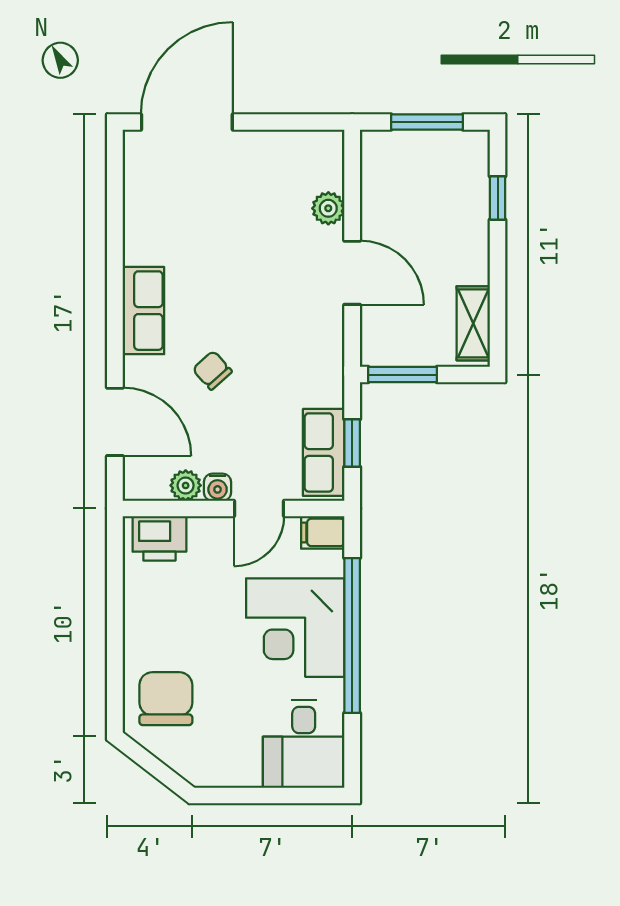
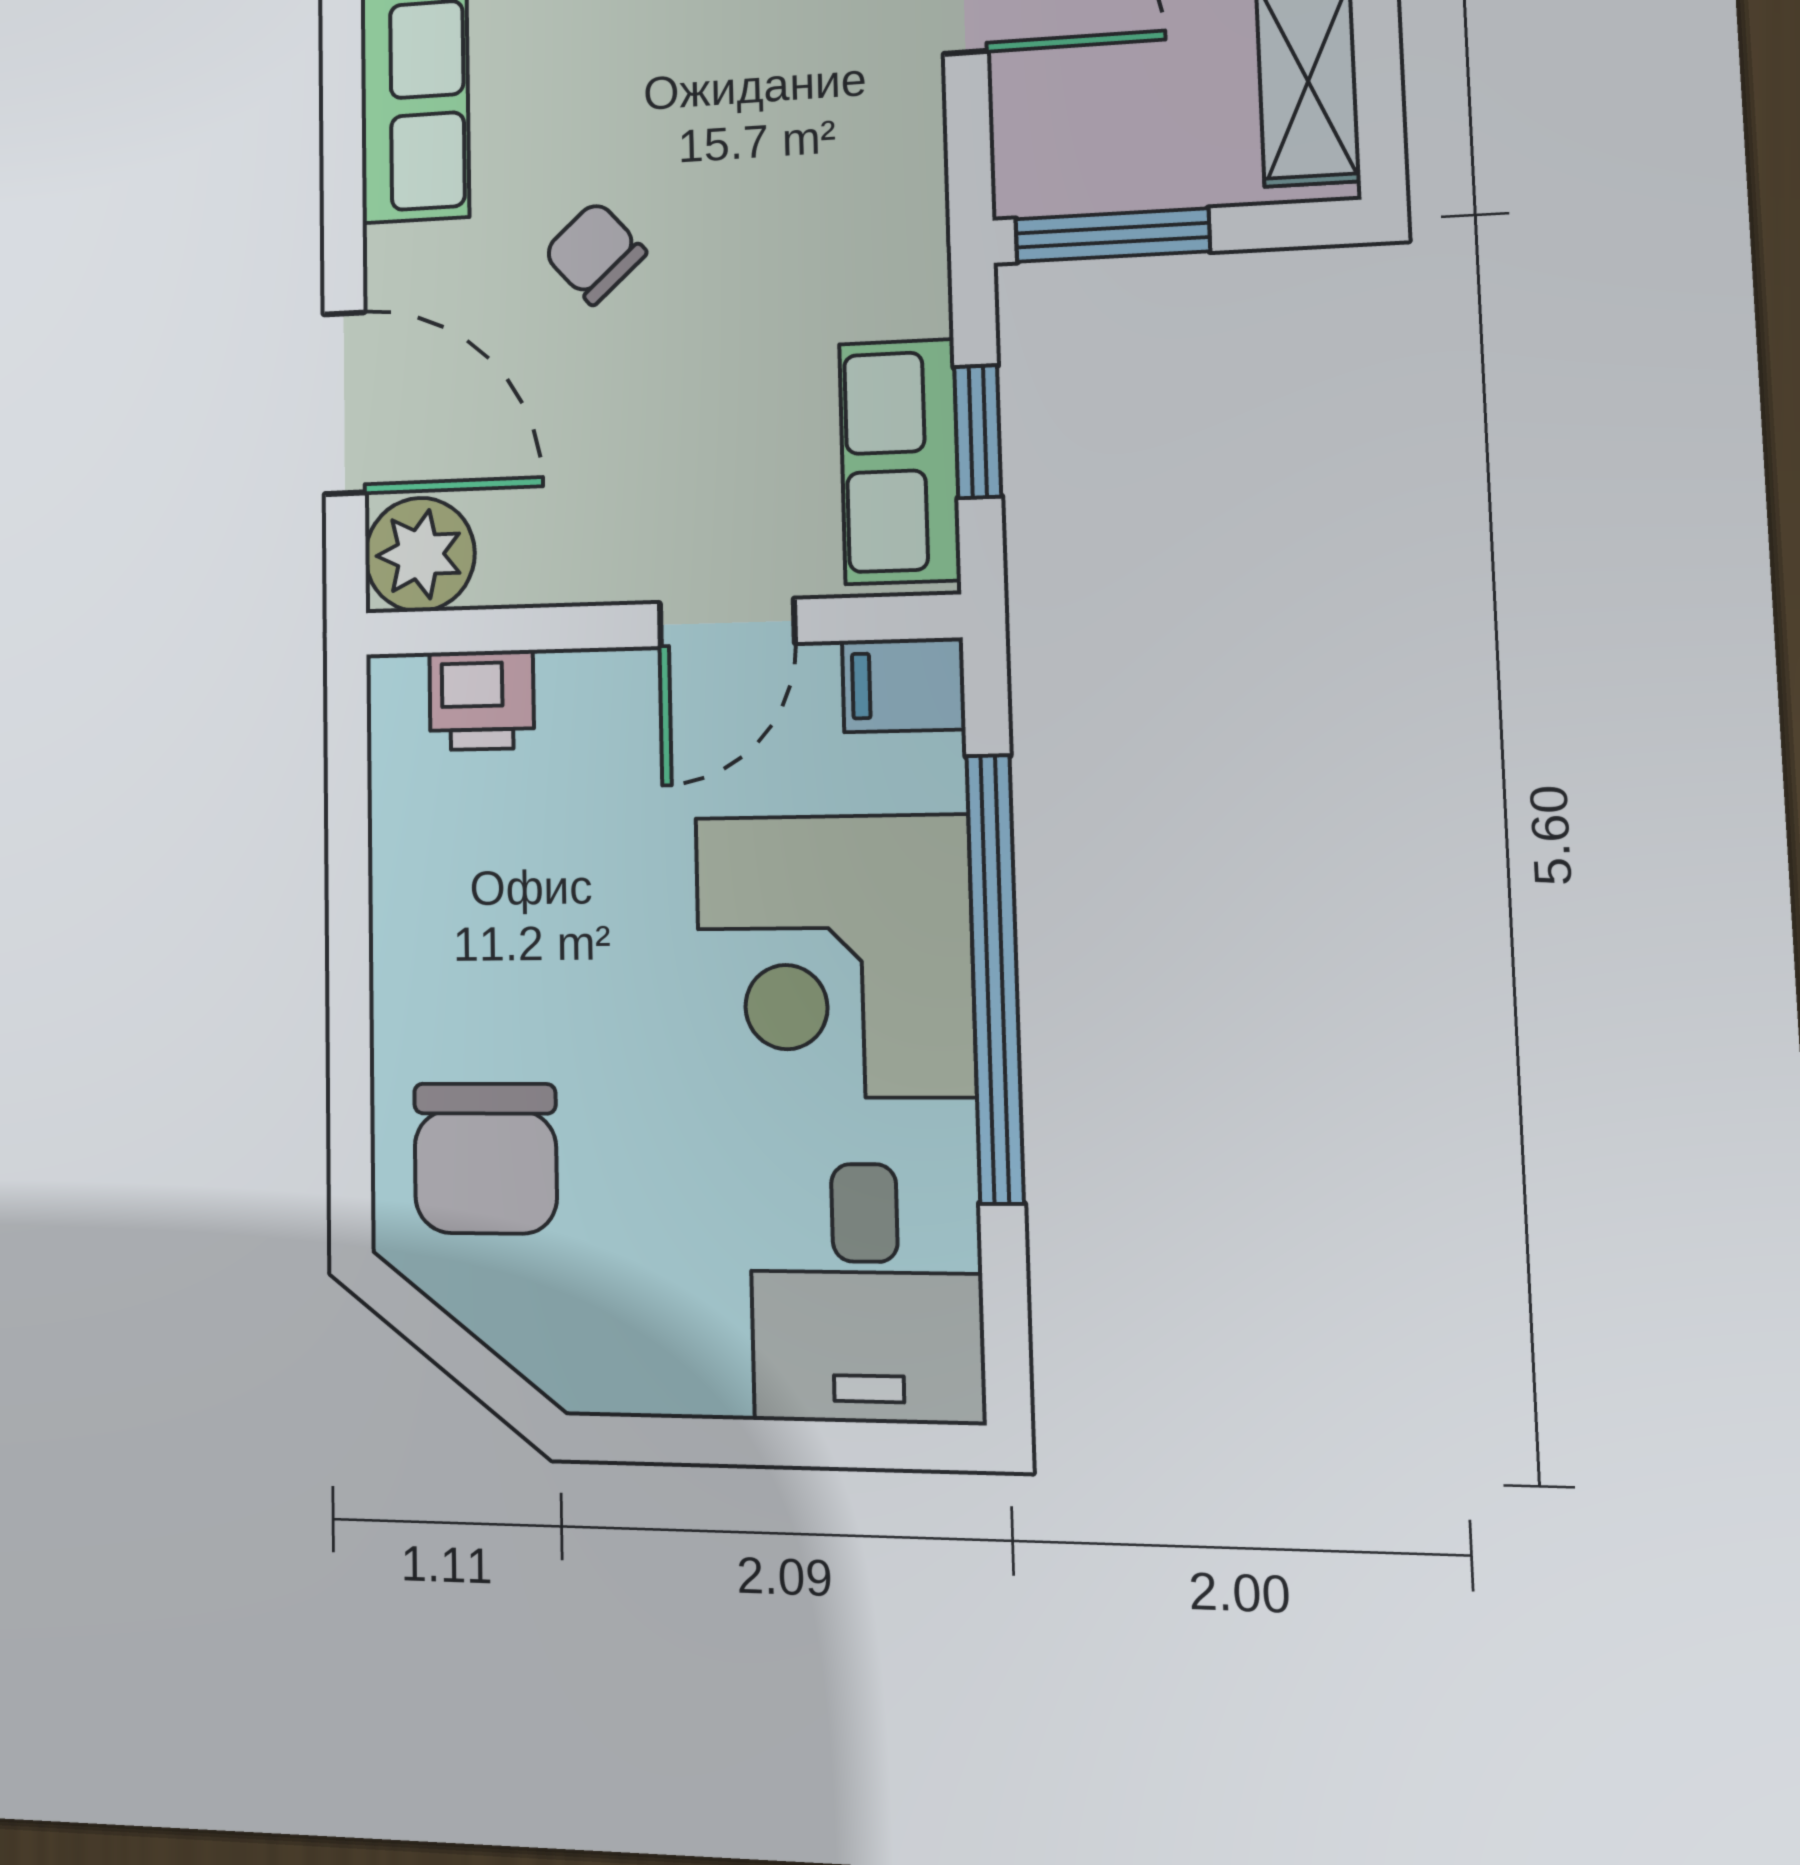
plant: (186, 485) -> (420, 555), moved, width x1.38, depth x1.38
water cooler: (218, 487) -> (614, 568), removed
printer: (159, 538) -> (482, 700), width x0.73, depth x0.81
chair: (166, 699) -> (485, 1158), turned 180

